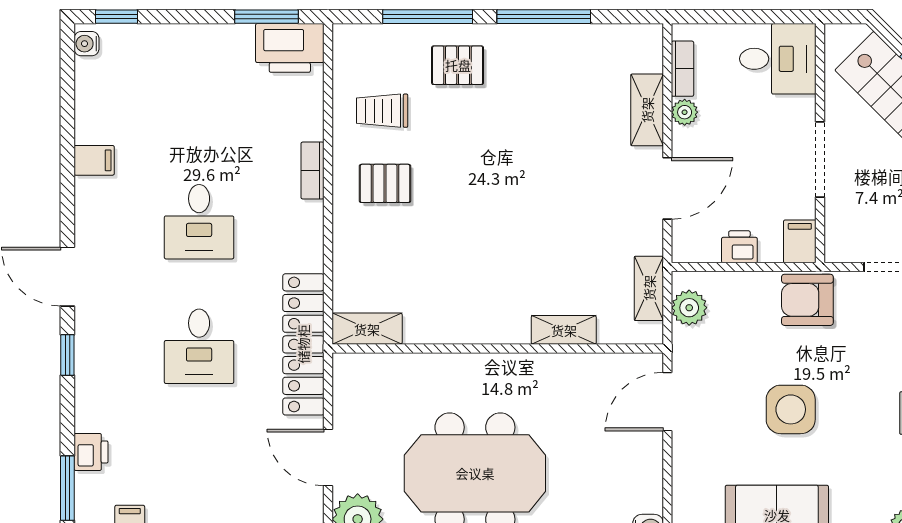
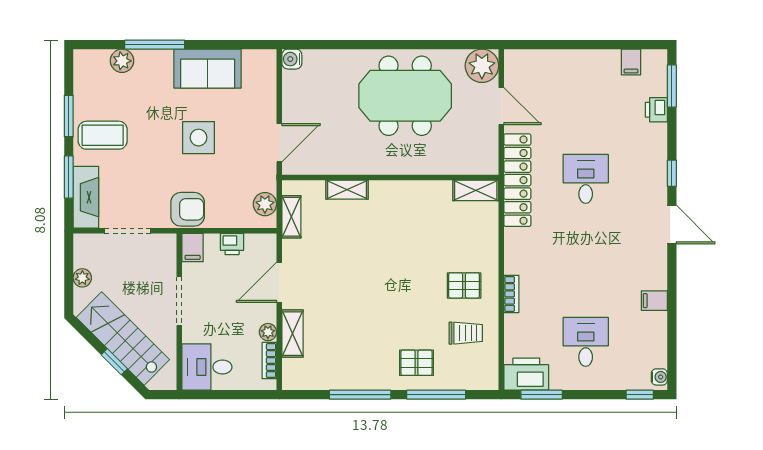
desk: (199, 222) -> (586, 342), moved

